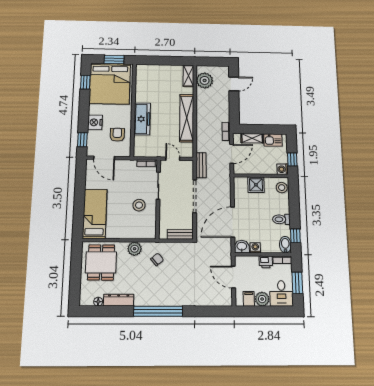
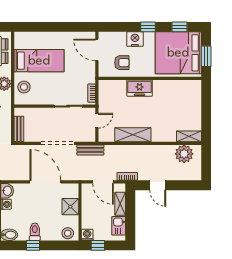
door: (234, 84) -> (158, 185), moved
shelving: (187, 118) -> (133, 135), width x0.68
freezer: (142, 119) -> (140, 88), width x0.71
window: (82, 140) -> (148, 27), moved
door: (104, 158) -> (97, 50), hinge flipped
stool: (139, 205) -> (24, 87), moved
bed: (95, 214) -> (39, 61), moved
door: (233, 222) -> (45, 182), moved
window: (295, 236) -> (33, 245), moved

